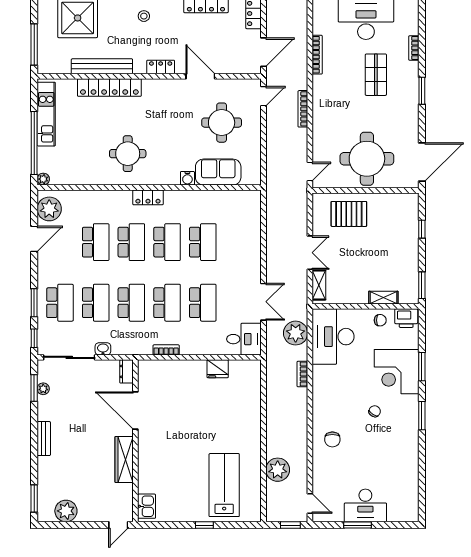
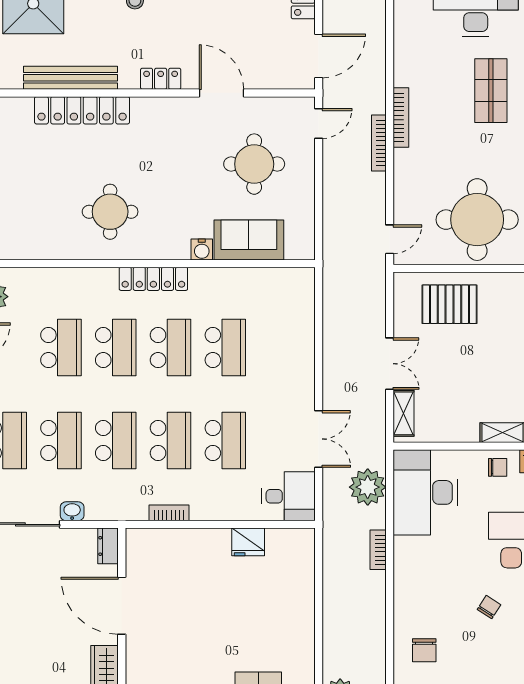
bookcase: (317, 55) -> (401, 118), moved
locker: (148, 197) -> (153, 279), width x1.53

